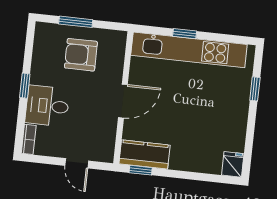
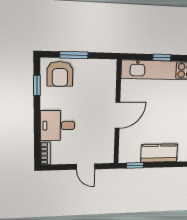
armchair: (81, 55) -> (60, 74), moved, turned -90
window: (25, 86) -> (37, 85), moved
kitchen counter: (144, 154) -> (159, 153), moved

